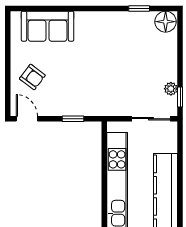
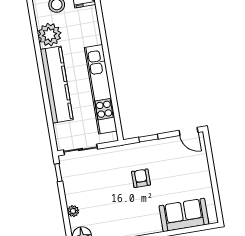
armchair: (32, 77) -> (141, 178), moved, turned 53
plant: (171, 89) -> (73, 211), moved

